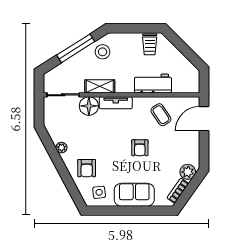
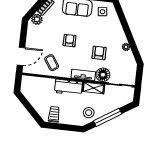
workbench: (153, 84) -> (68, 87), moved
armchair: (87, 168) -> (99, 53), moved

